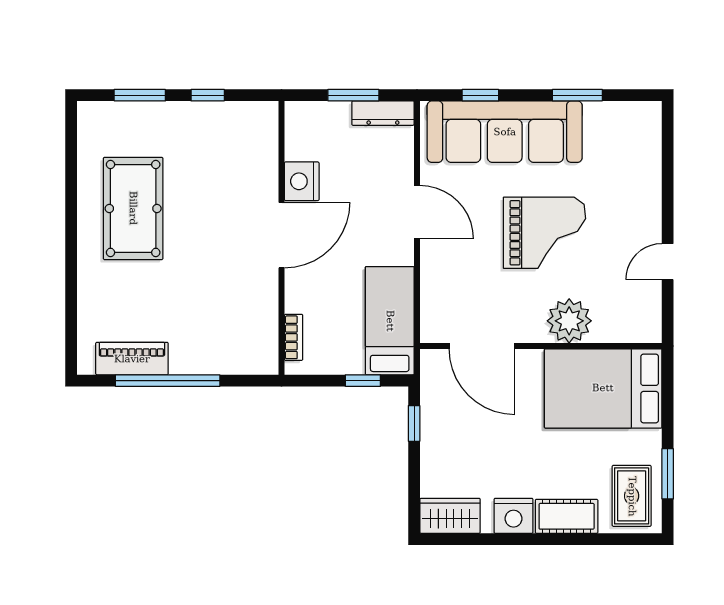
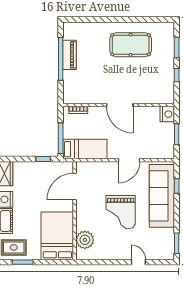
window: (577, 95) -> (177, 243), moved
dresser: (383, 113) -> (169, 146), removed
nightstand: (302, 181) -> (167, 114), moved, turned 90
door: (668, 262) -> (138, 262), moved
plant: (569, 321) -> (85, 240), moved
piano: (132, 359) -> (70, 55), moved
window: (363, 381) -> (61, 138), width x2.17

